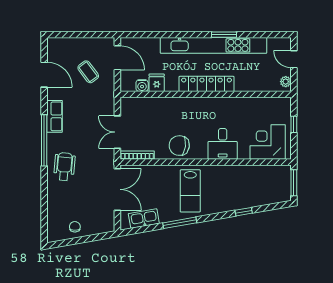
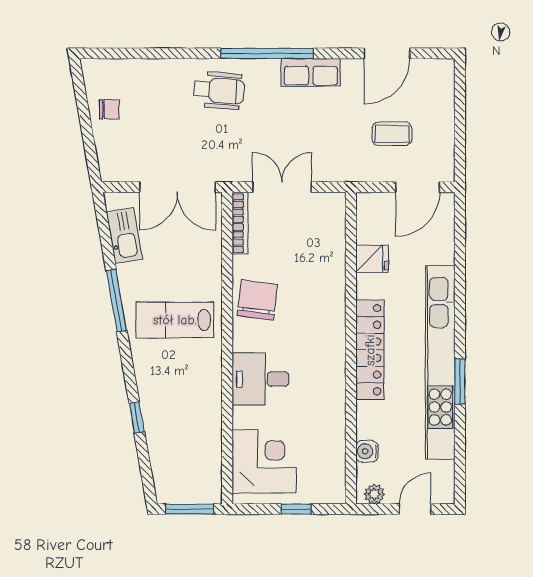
coffee table: (88, 72) -> (392, 134), turned 37
water cooler: (142, 86) -> (367, 451), moved

